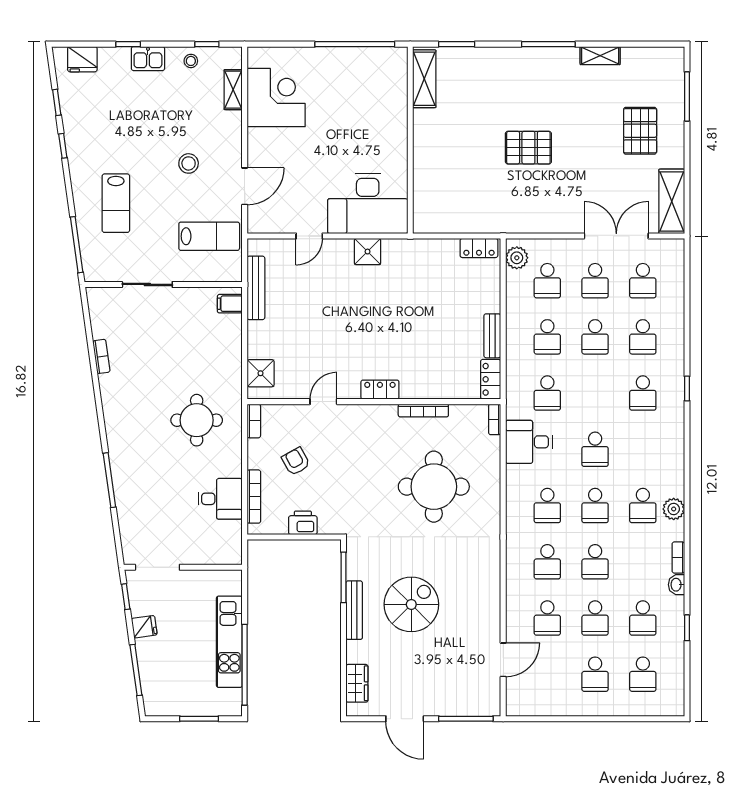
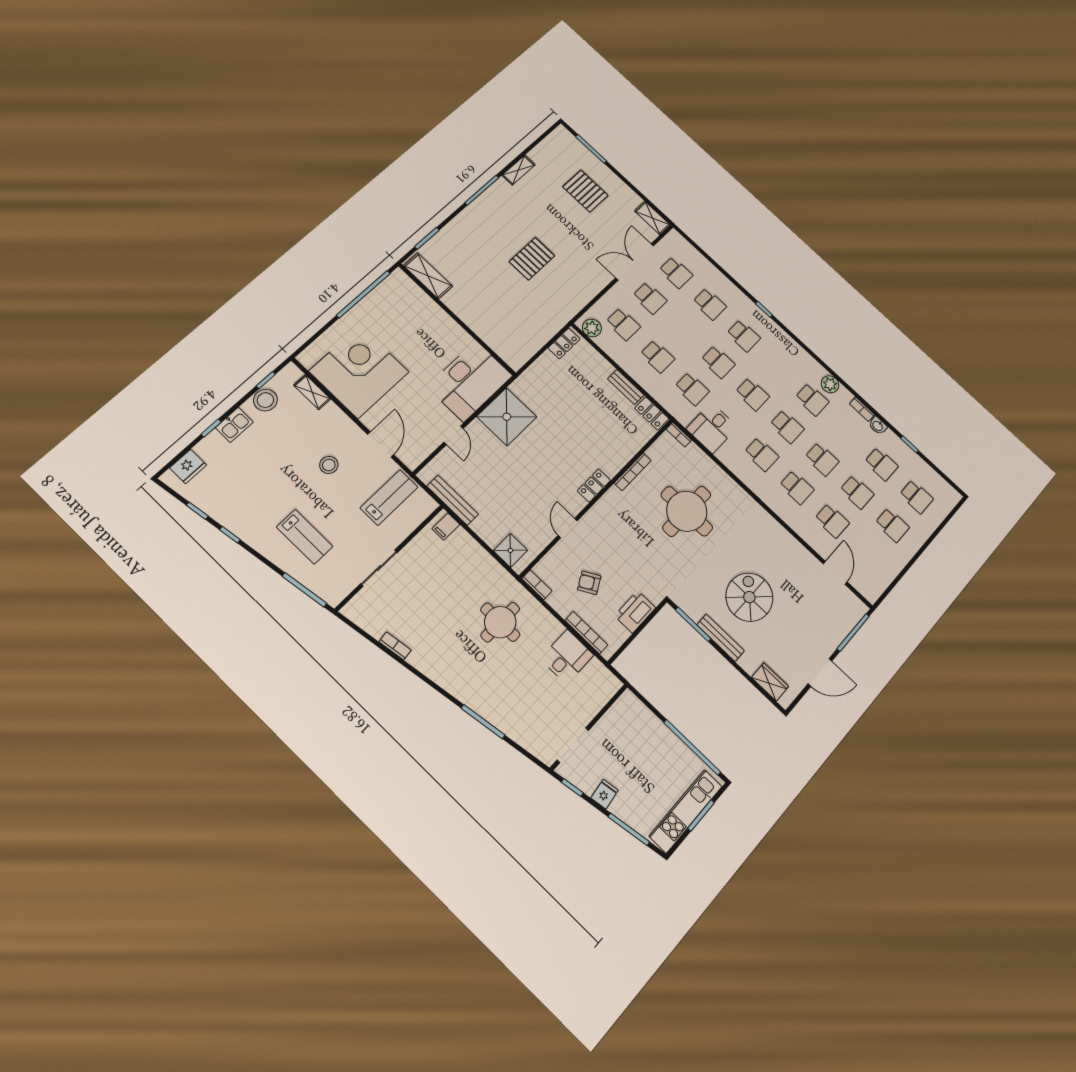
stool: (191, 61) -> (265, 400), width x1.89, depth x1.89
corner desk: (276, 98) -> (359, 371), width x1.36, depth x1.36
shelving: (672, 201) -> (652, 218), width x0.67, depth x0.75
shower: (368, 252) -> (507, 417), width x1.86, depth x1.86
school desk: (595, 337) -> (718, 362), moved
printer: (303, 523) -> (635, 612), width x1.37, depth x1.19
kitchen unit: (229, 642) -> (686, 811), moved, turned 90

